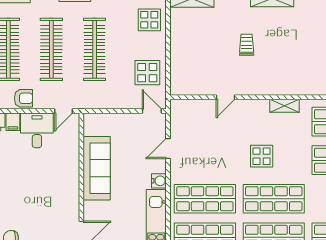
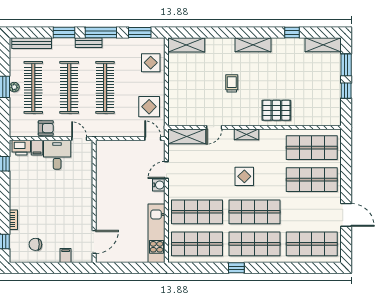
pallet: (300, 77) -> (276, 110), added
shelving: (284, 106) -> (247, 134), moved
shelving: (193, 108) -> (187, 136), added
door: (64, 111) -> (79, 139), swing flipped
sofa: (97, 168) -> (107, 186), removed
water cooler: (159, 181) -> (159, 185), moved

